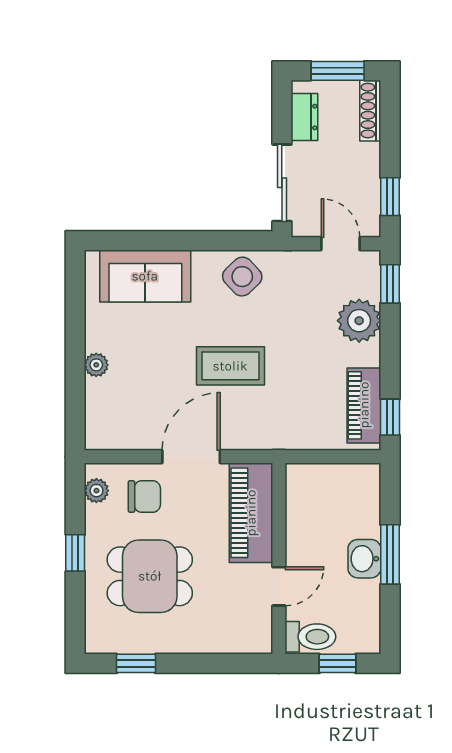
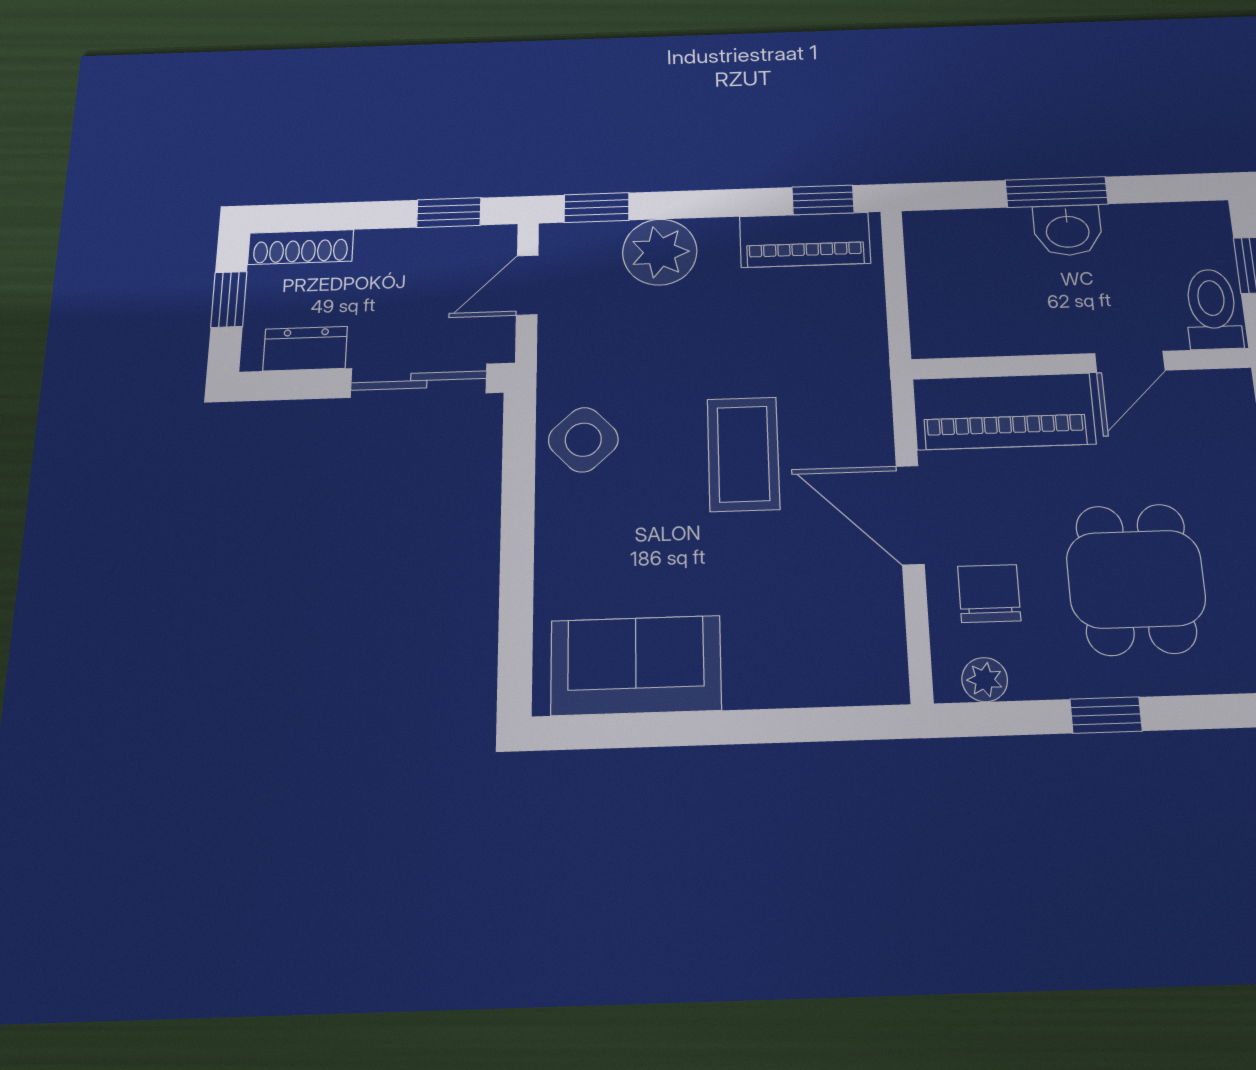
window: (338, 71) -> (229, 299), width x0.67
sofa: (145, 276) -> (636, 665), moved, turned -90
plant: (96, 365) -> (748, 688), removed
door: (279, 586) -> (1130, 362), swing flipped

